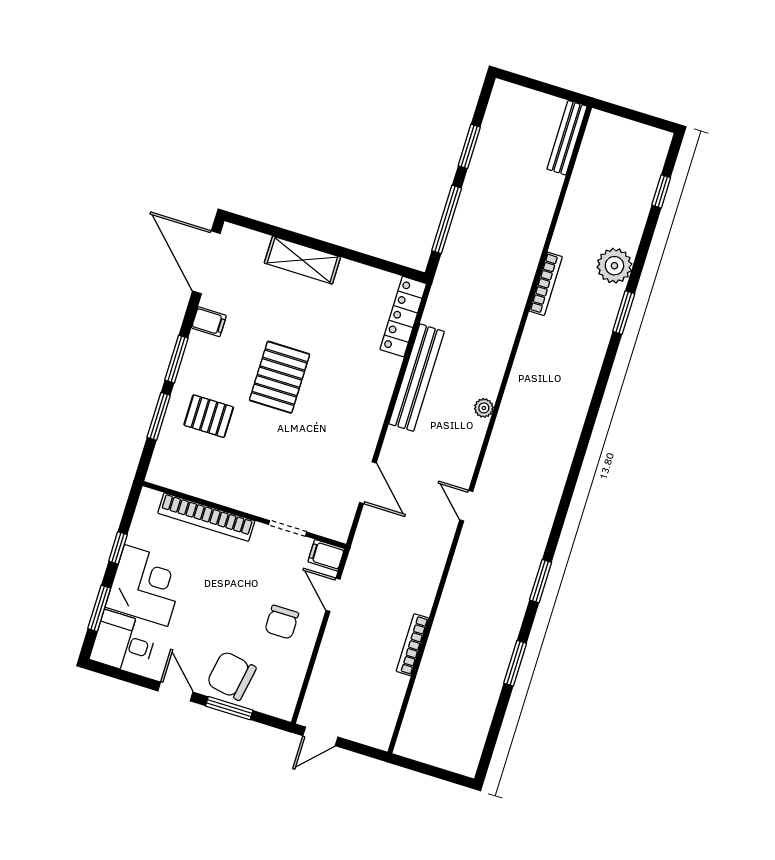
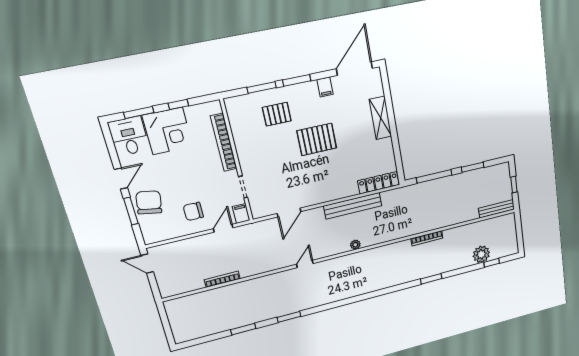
window: (542, 87) -> (514, 184), added
plant: (614, 266) -> (481, 254), moved
pallet: (209, 416) -> (277, 114), turned 90

